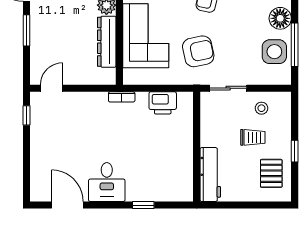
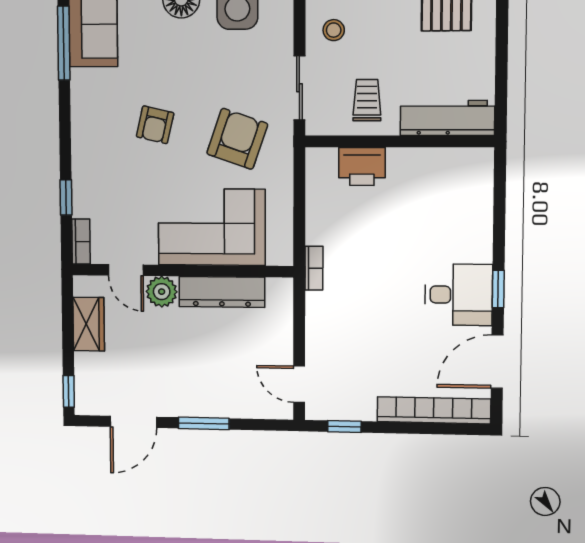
armchair: (198, 51) -> (237, 139), turned 31
printer: (163, 103) -> (362, 166), moved, turned 90
trolley: (253, 137) -> (367, 100), moved
bookcase: (38, 168) -> (434, 410), added
window: (143, 205) -> (498, 289), moved

